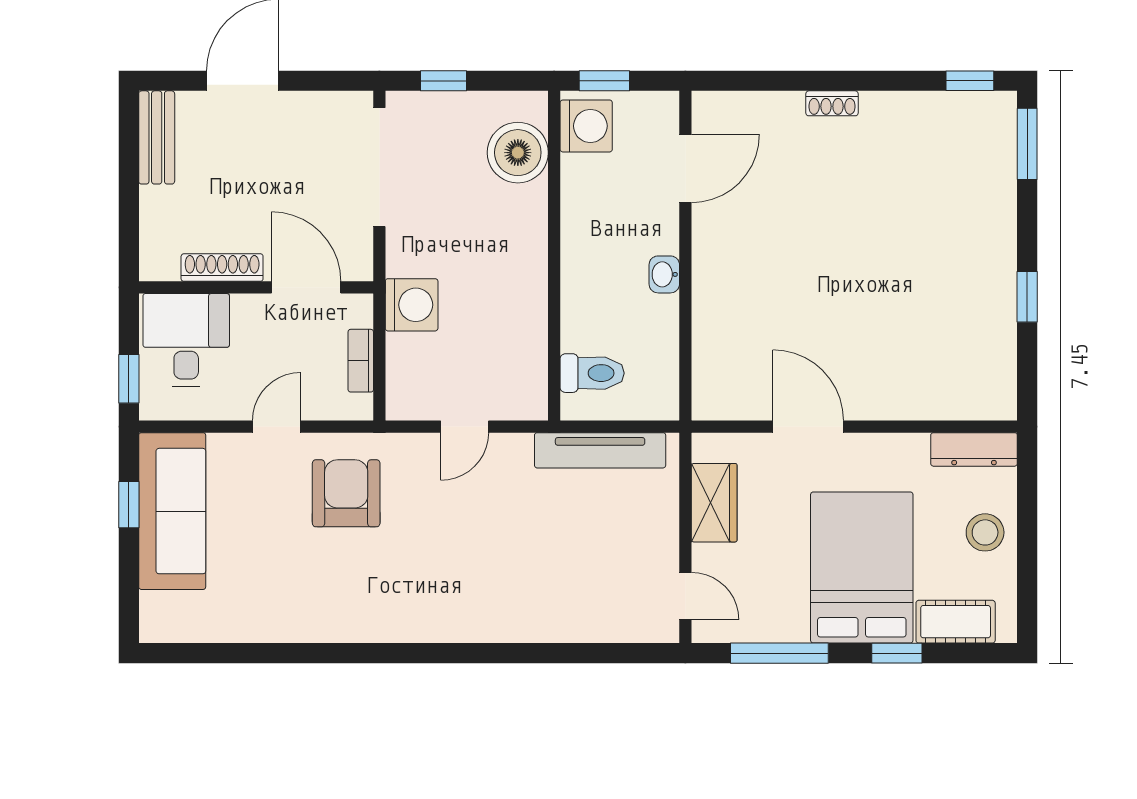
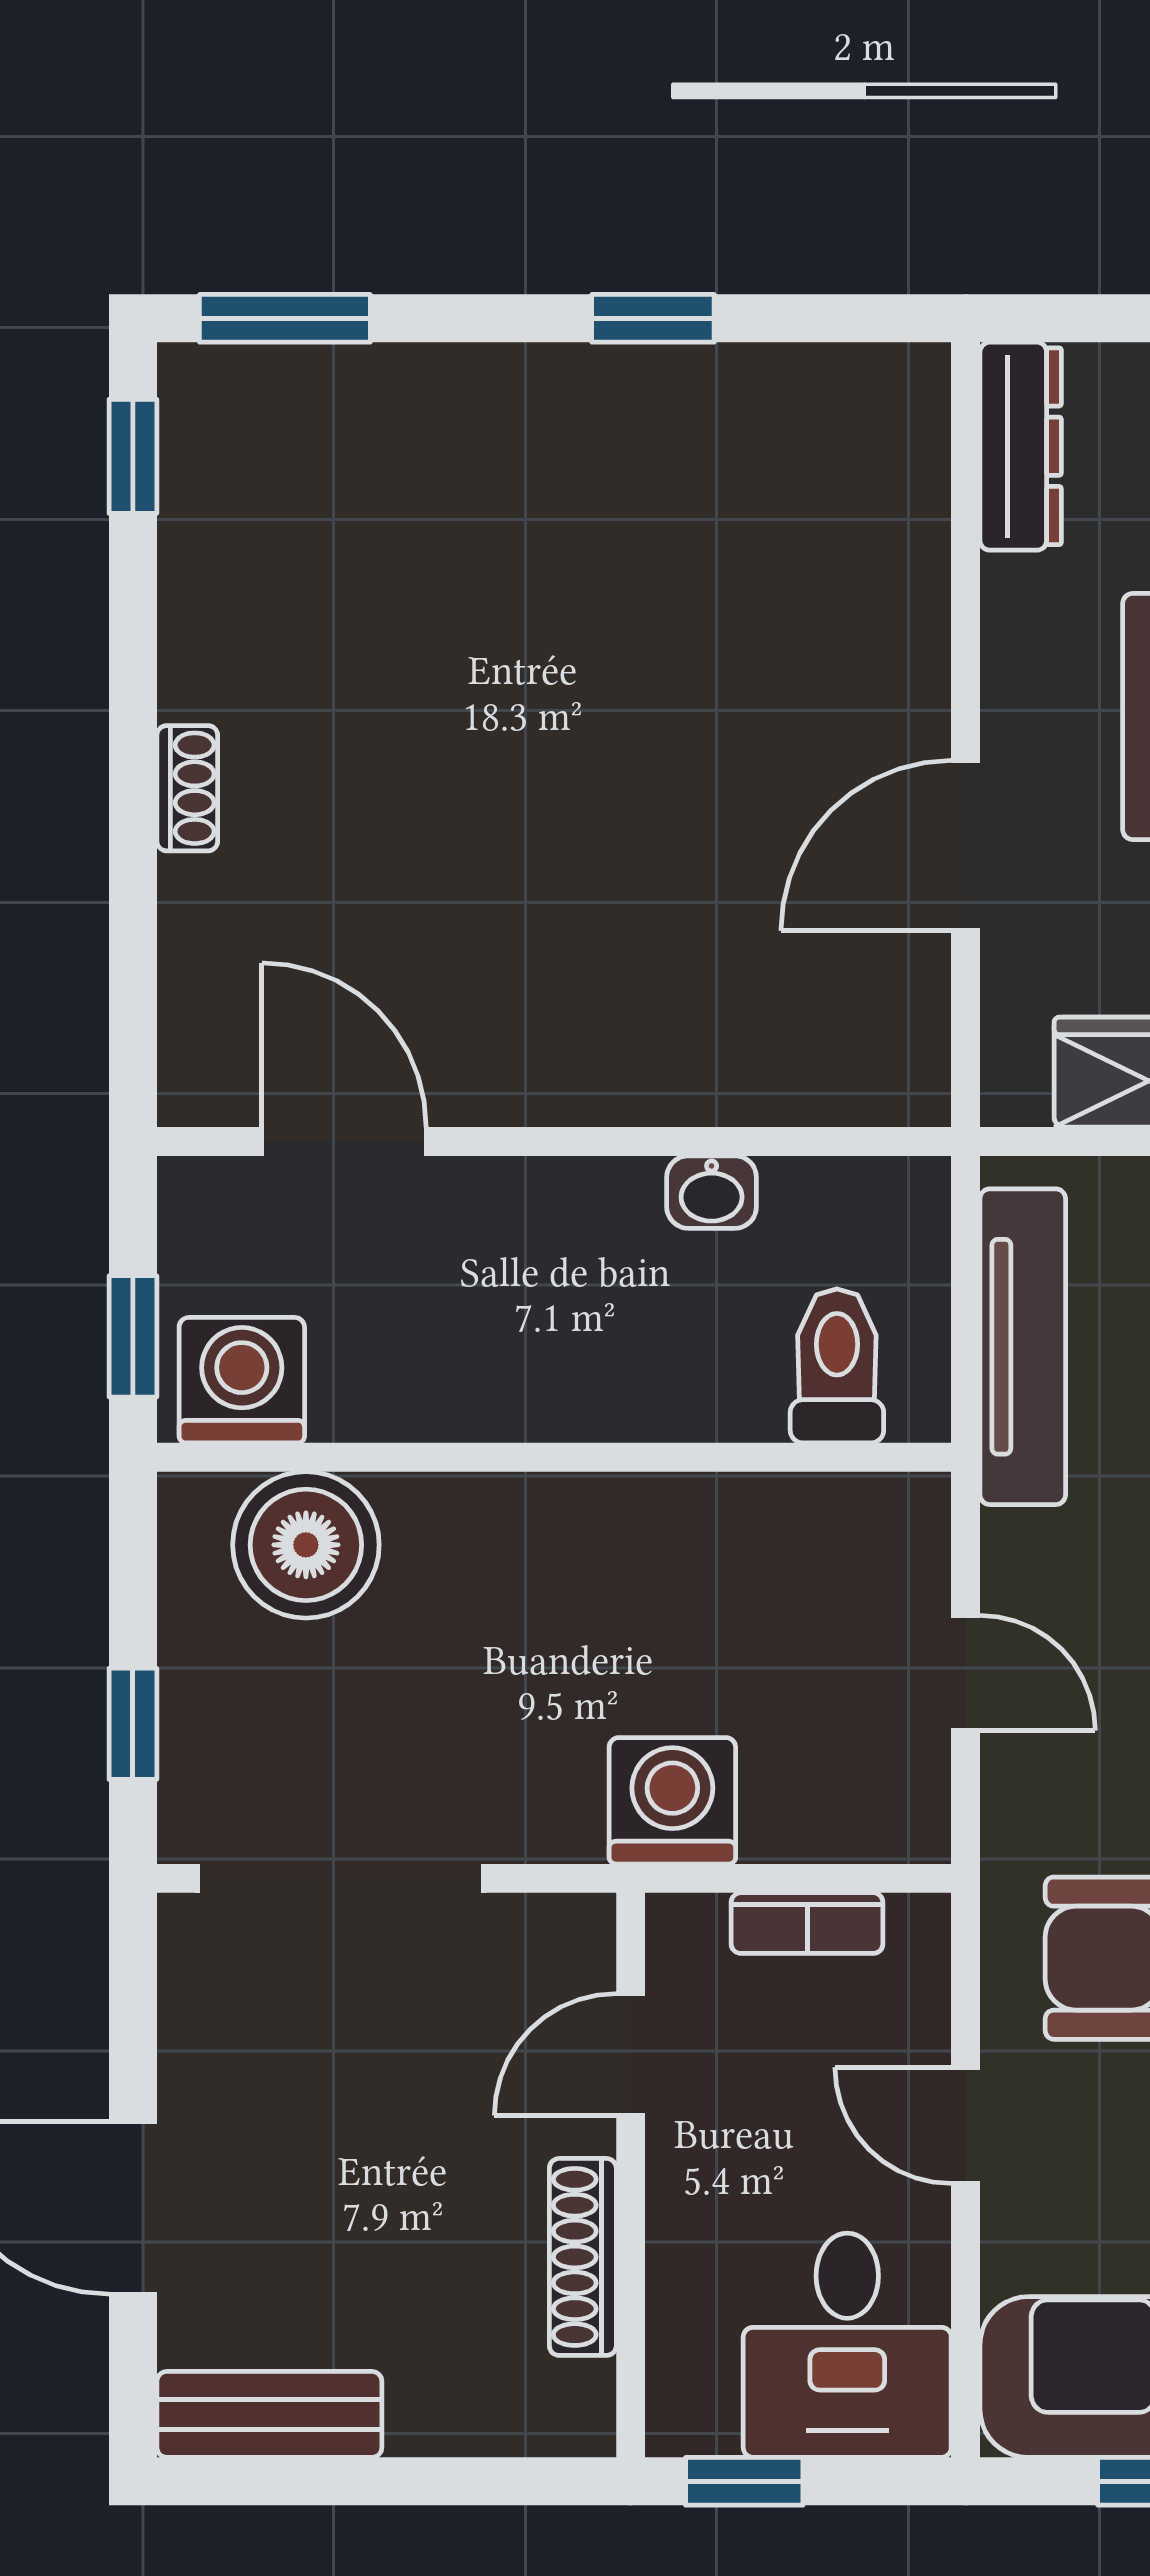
washbasin: (664, 274) -> (712, 1192), moved
door: (306, 287) -> (631, 2055), width x0.73
desk: (186, 340) -> (847, 2345), moved, turned -90
window: (129, 379) -> (744, 2481), moved

